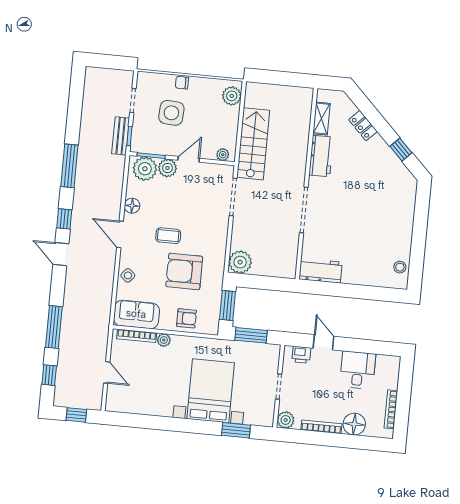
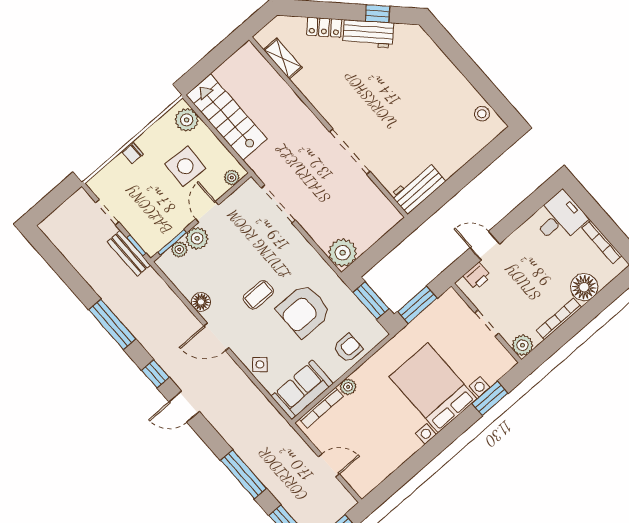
side table: (171, 113) -> (185, 166), moved
stairs: (253, 144) -> (227, 117), moved
workbench: (321, 156) -> (368, 34), moved, turned 135
plant: (145, 169) -> (179, 249), width x0.53, depth x0.53
desk: (358, 370) -> (560, 218), moved, turned 90

